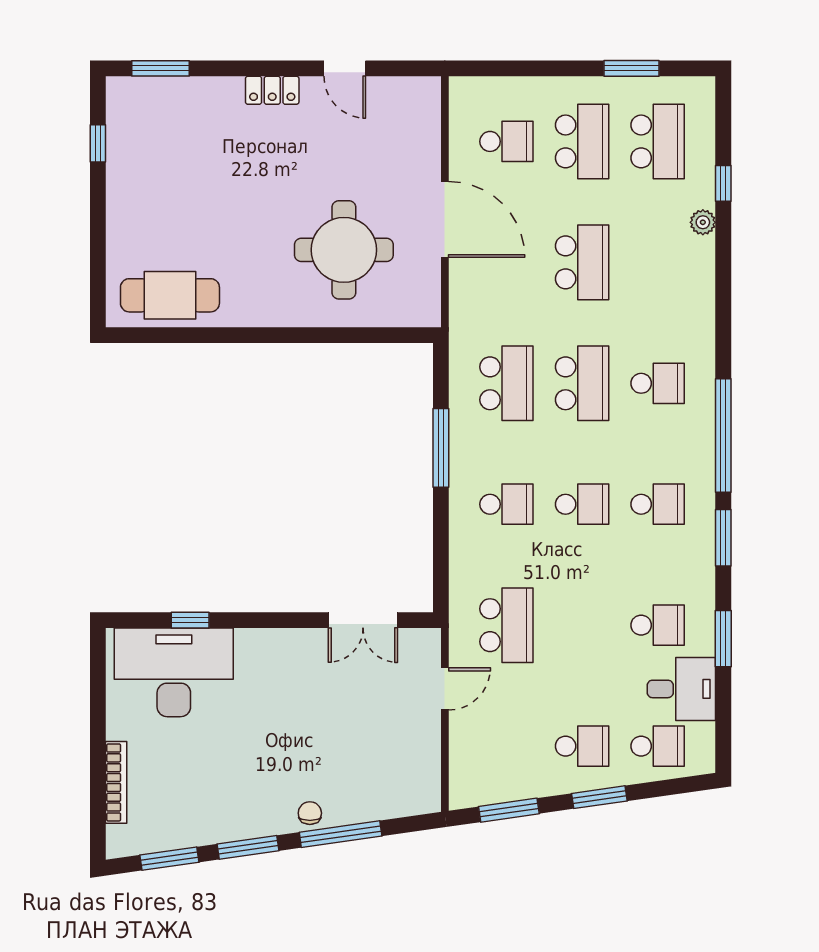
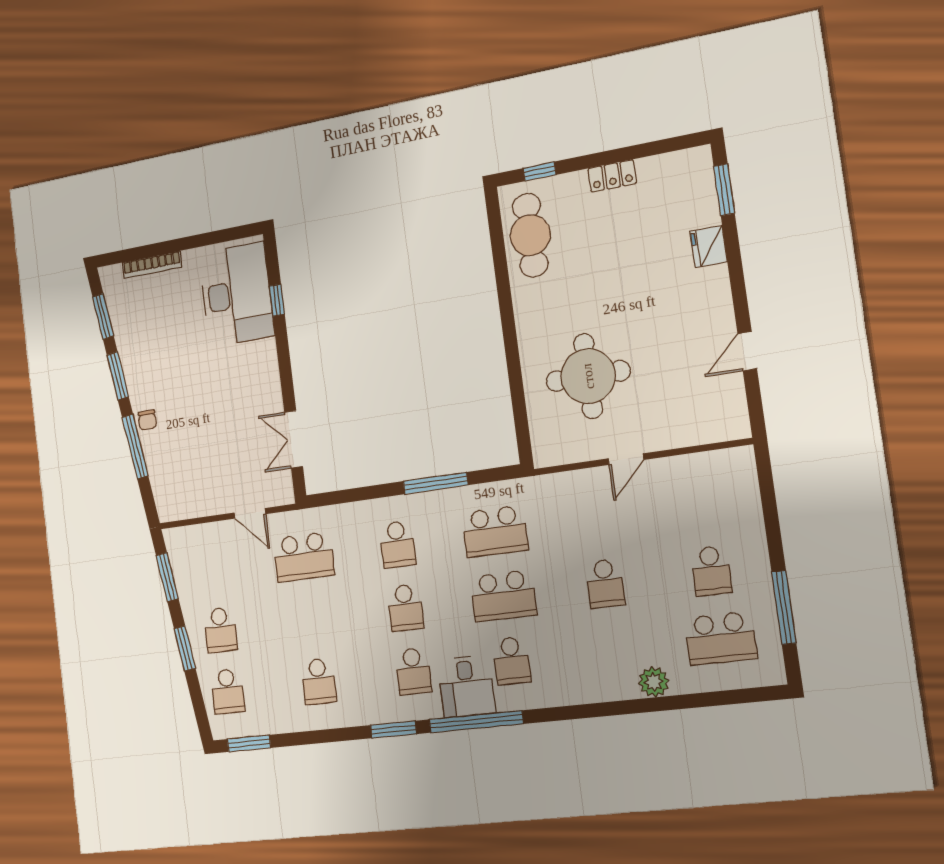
window: (632, 68) -> (784, 608), width x1.44
locker: (272, 90) -> (612, 176), moved, turned -90
fridge: (221, 94) -> (709, 246), added
school desk: (506, 141) -> (702, 504), removed
school desk: (582, 141) -> (711, 571), width x0.54
window: (98, 143) -> (540, 171), moved
window: (723, 183) -> (691, 701), removed
door: (445, 219) -> (626, 459), width x0.53
plant: (703, 222) -> (654, 682), width x1.38, depth x1.38
school desk: (582, 262) -> (605, 584), width x0.54
window: (723, 639) -> (249, 743), moved
desk: (681, 689) -> (466, 686), moved
chair: (310, 813) -> (147, 420), turned 90

